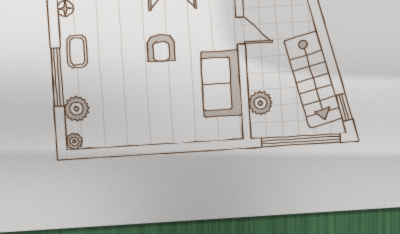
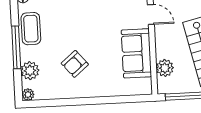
armchair: (161, 48) -> (75, 64), moved, turned 50
coffee table: (77, 51) -> (31, 29), width x1.36, depth x1.30

